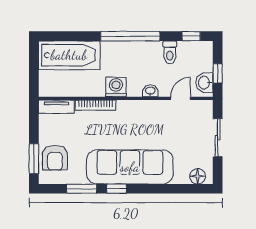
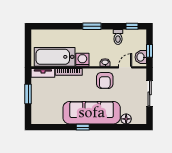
window: (130, 36) -> (92, 26), width x0.47
bathtub: (69, 55) -> (55, 57), moved, turned 180
armchair: (55, 158) -> (105, 80), moved
window: (34, 159) -> (28, 94), moved
floor lamp: (198, 176) -> (126, 119), moved
window: (82, 189) -> (60, 127), removed

